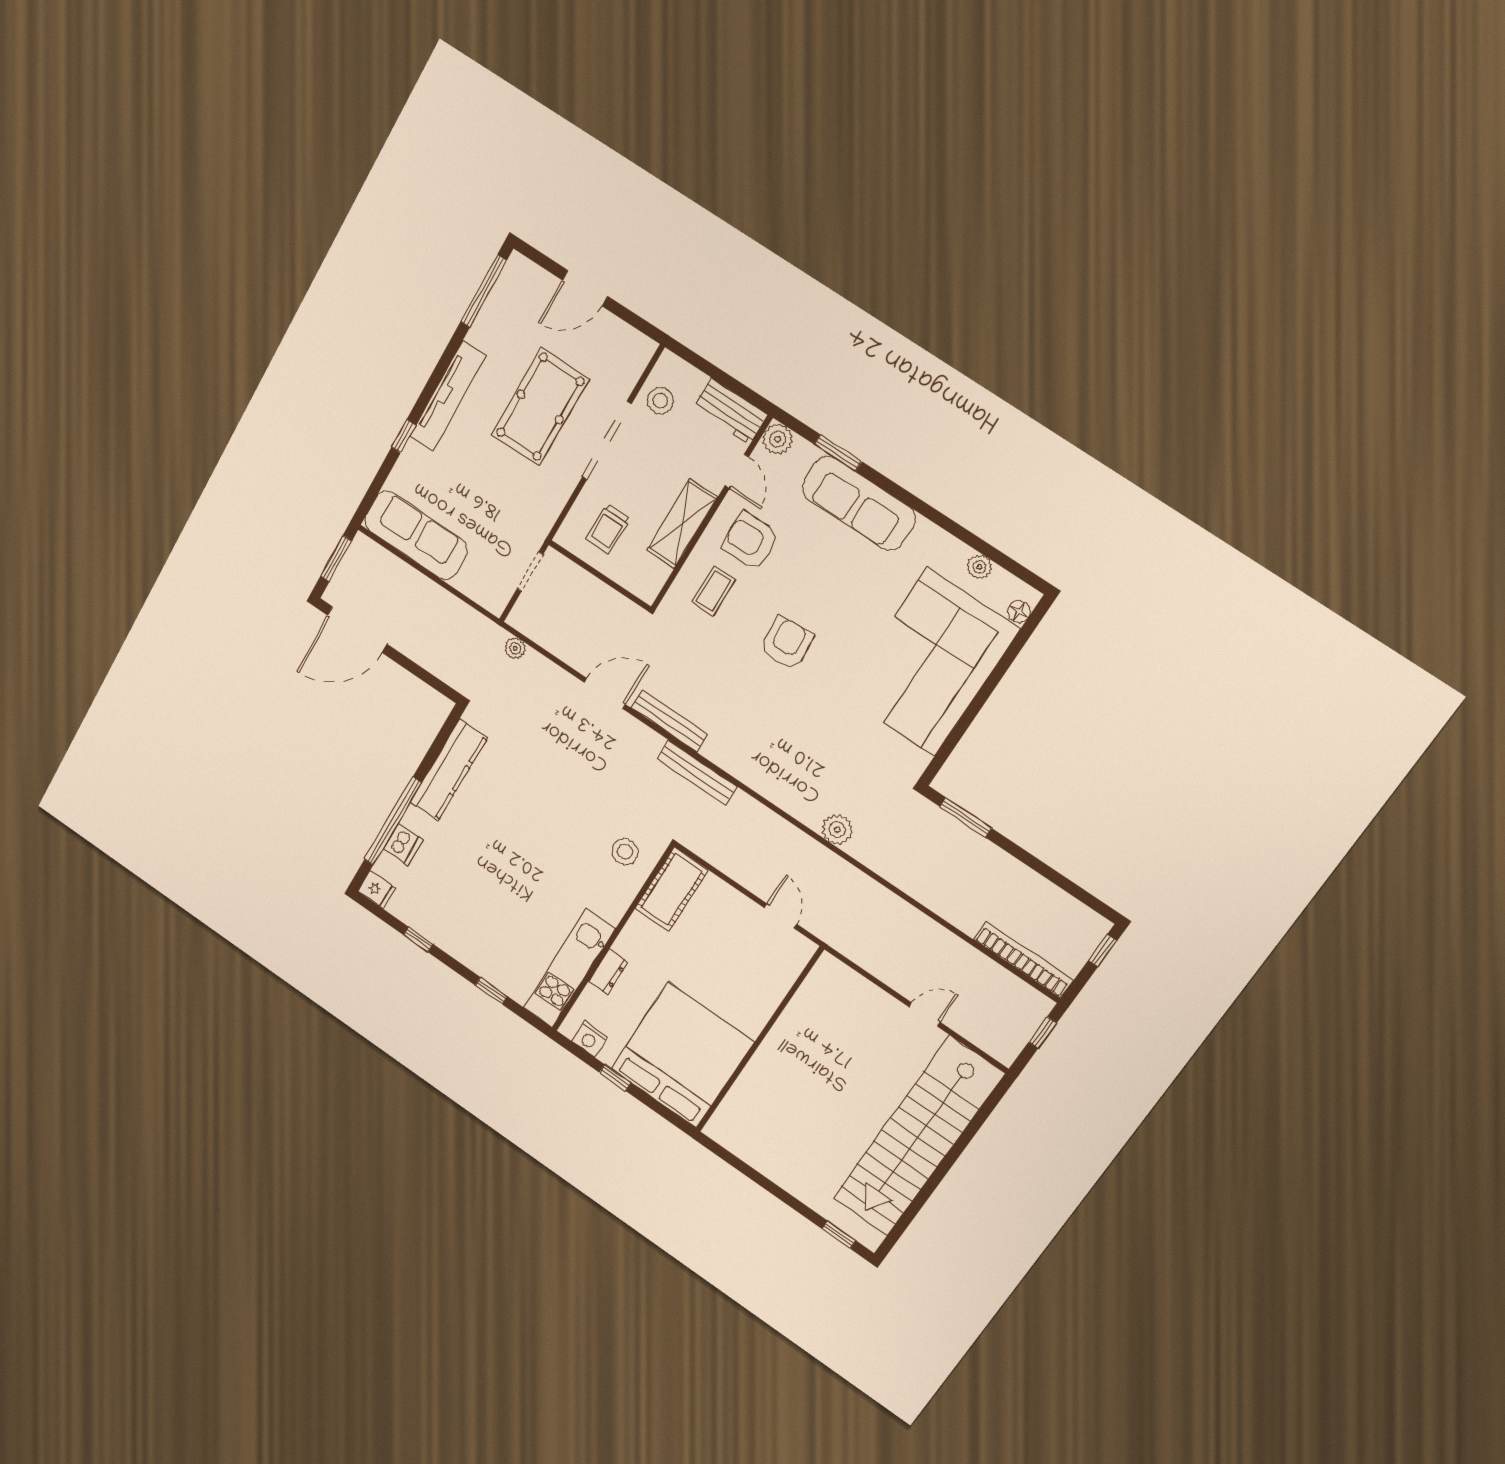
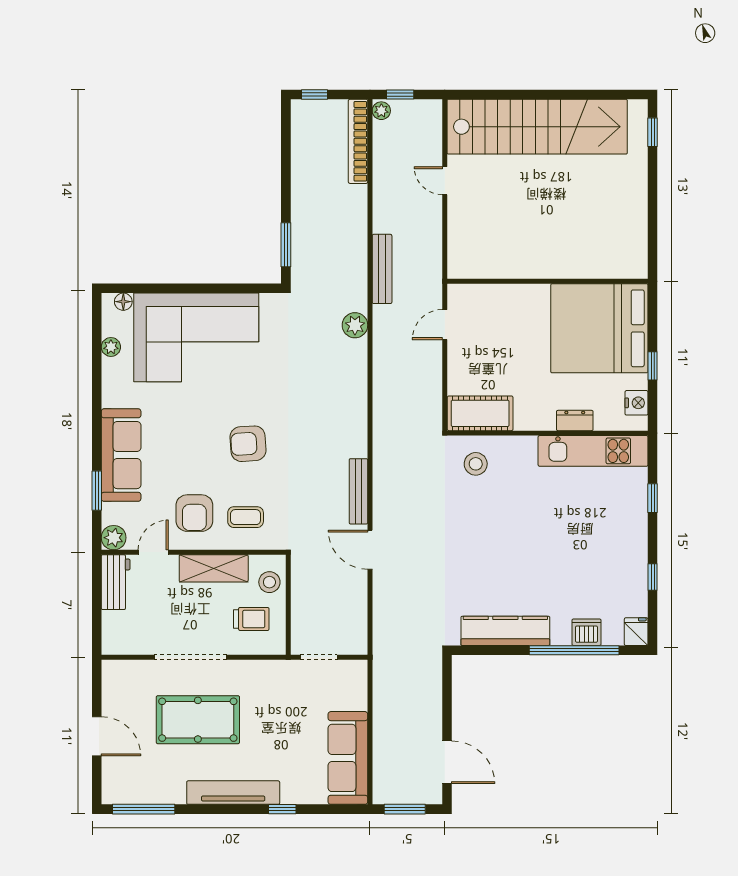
stool: (660, 401) -> (269, 582), moved
door: (357, 630) -> (447, 762), width x0.73
plant: (515, 648) -> (381, 111), moved
bench: (697, 773) -> (382, 269), moved

